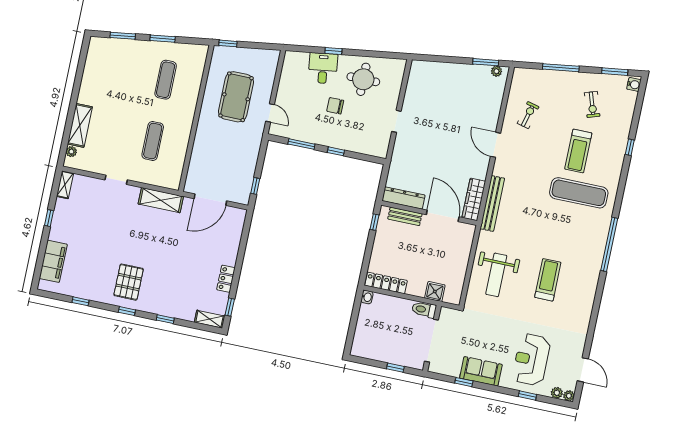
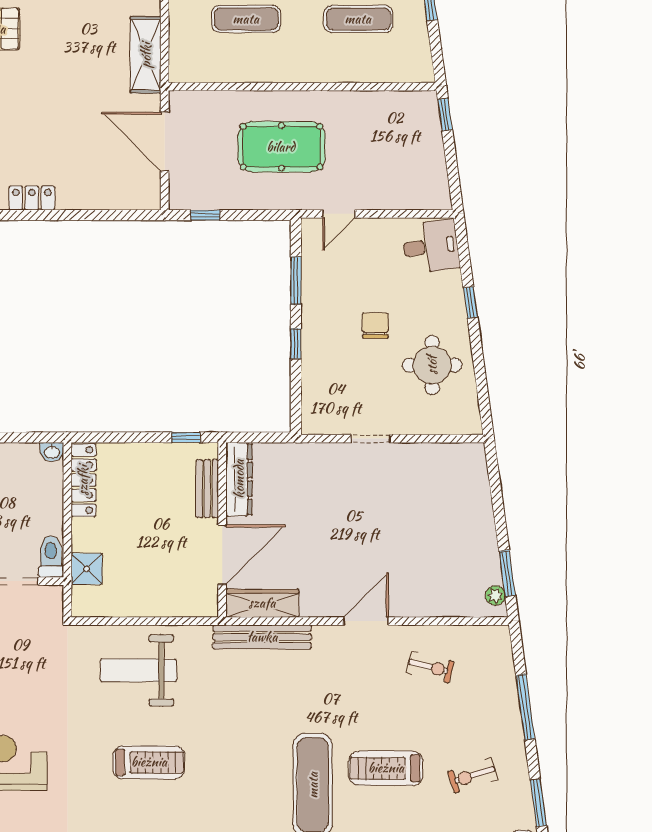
desk: (323, 68) -> (431, 246), moved
pool table: (236, 97) -> (281, 147), moved

